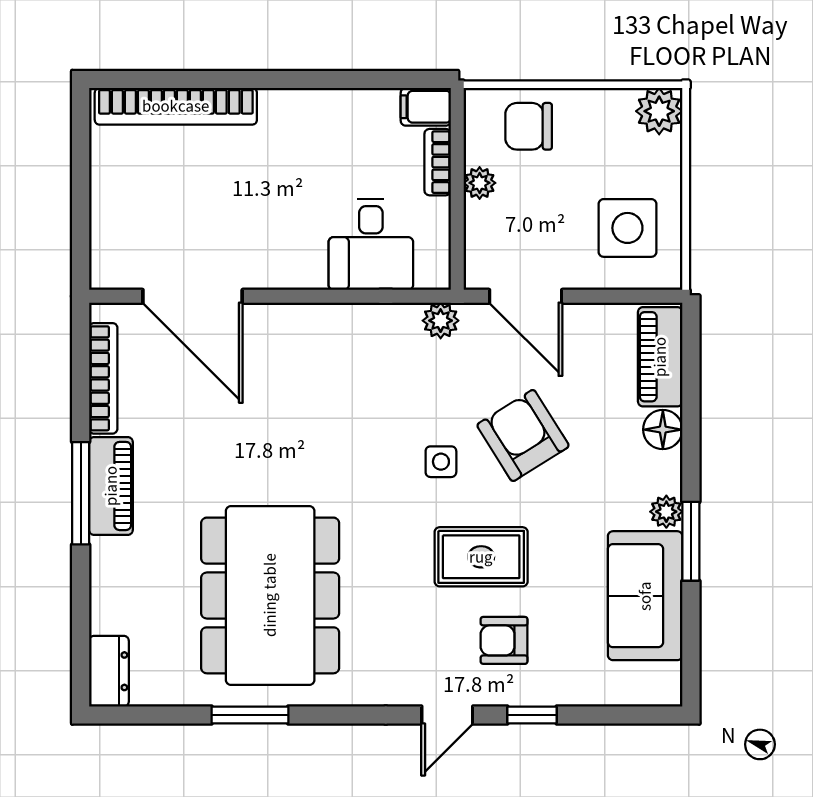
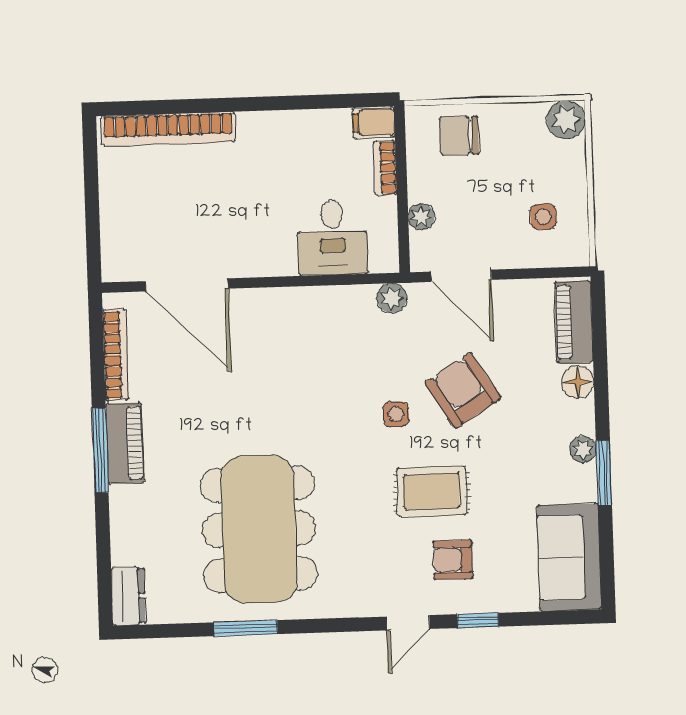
plant: (480, 183) -> (421, 217), moved
side table: (627, 228) -> (543, 217), width x0.54, depth x0.54
sofa: (645, 596) -> (569, 557), moved

